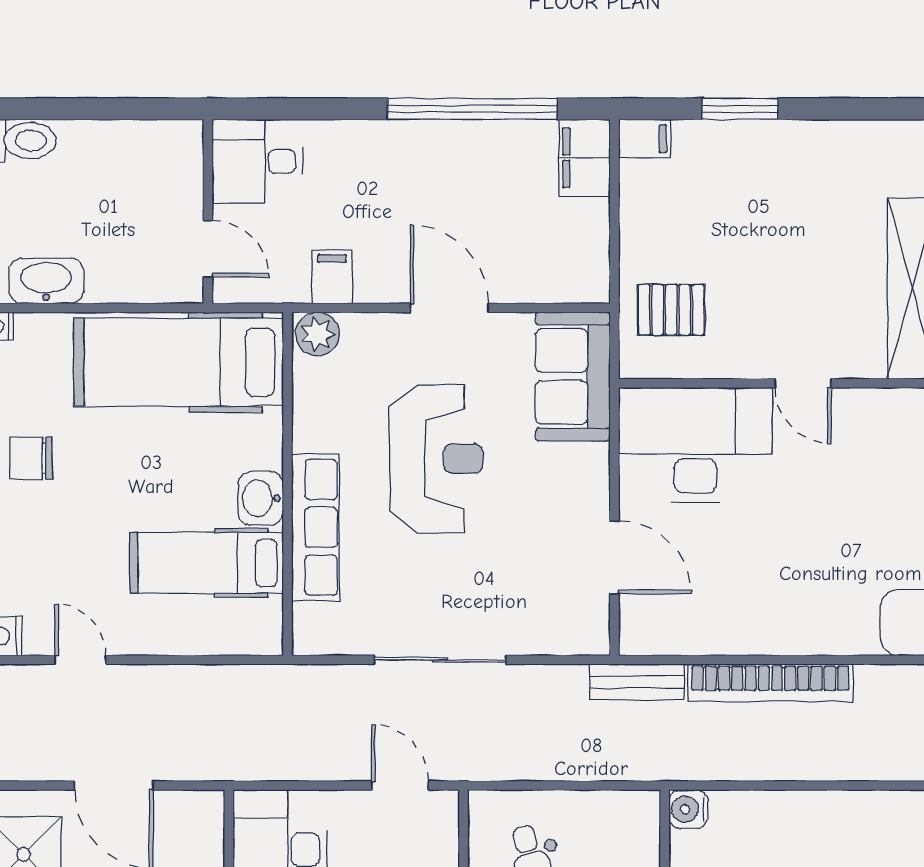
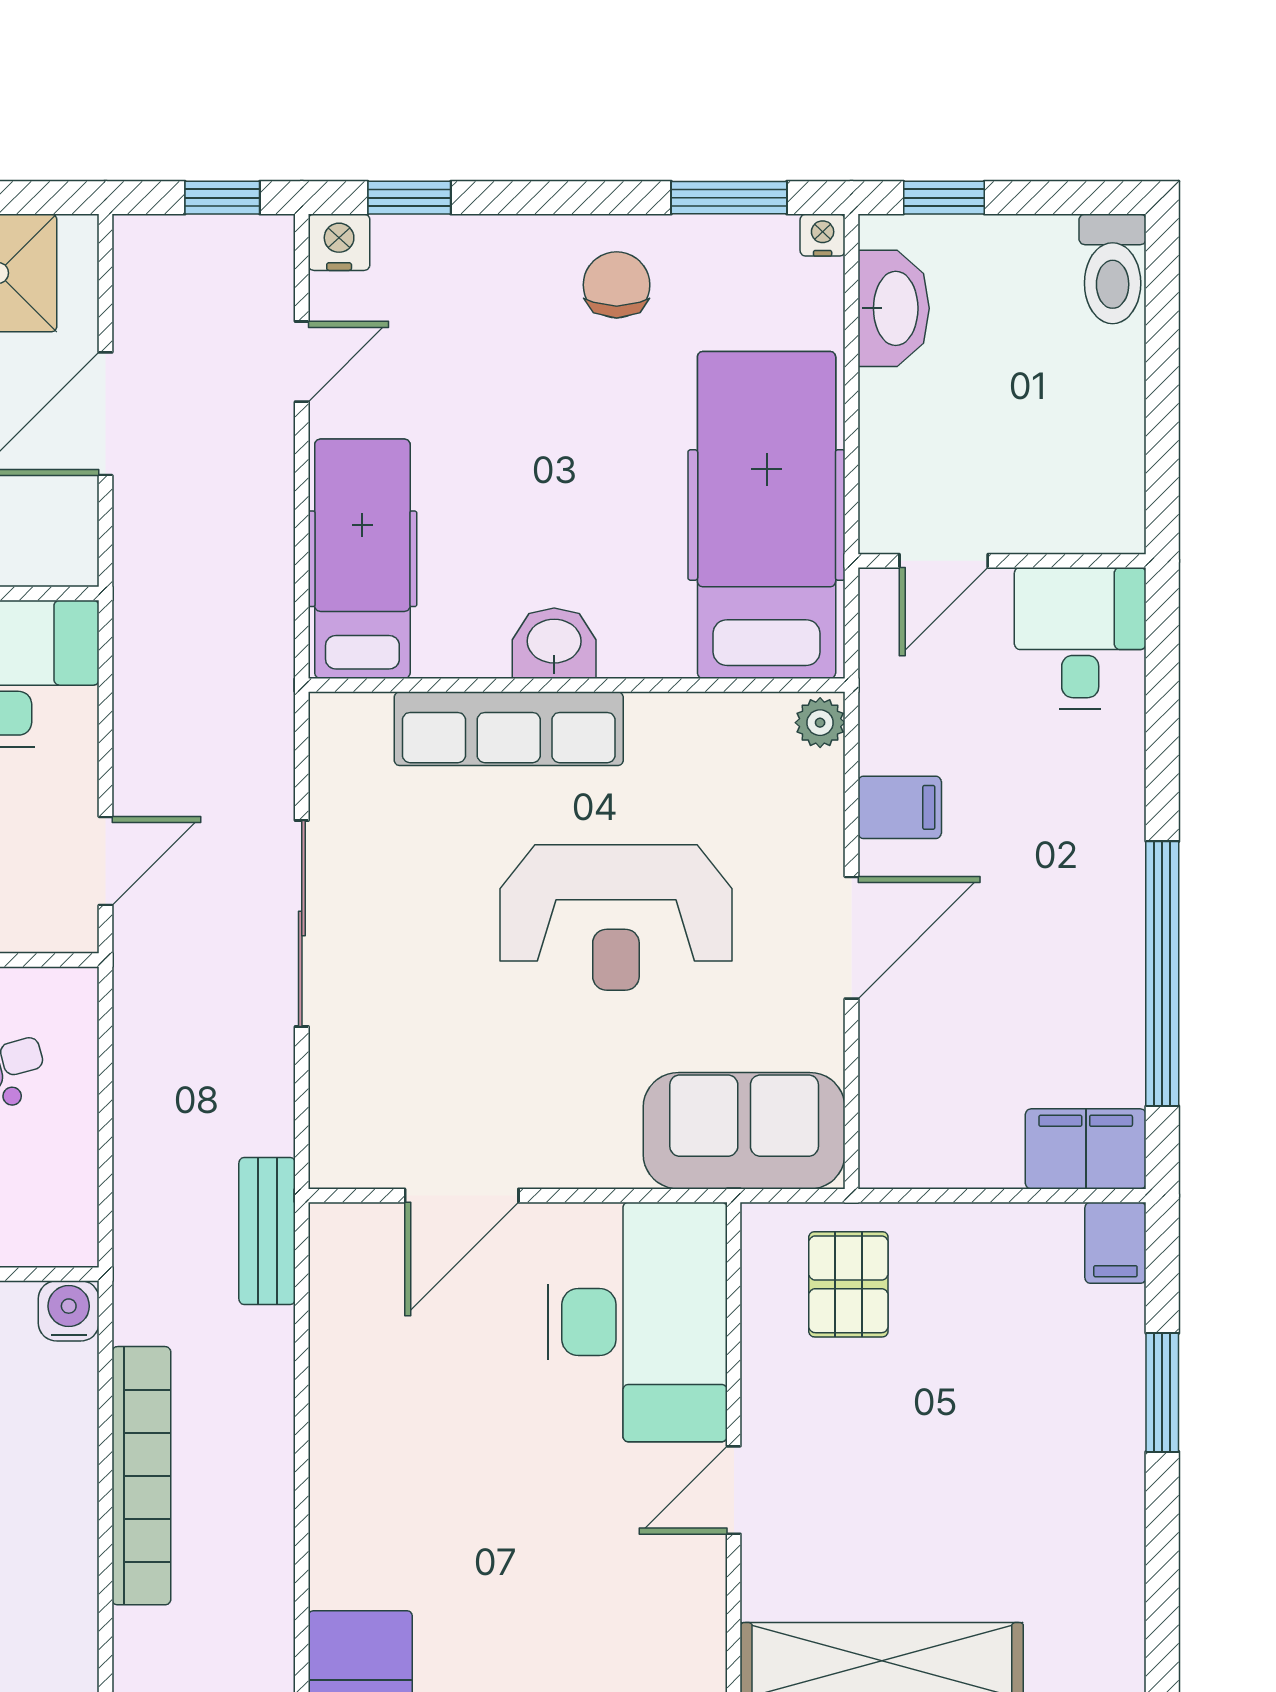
filing cabinet: (332, 277) -> (900, 807), moved
plant: (317, 334) -> (820, 723), width x0.73, depth x0.73
hospital bed: (207, 563) -> (362, 559), moved
bookcase: (770, 683) -> (141, 1476), moved, turned 180

